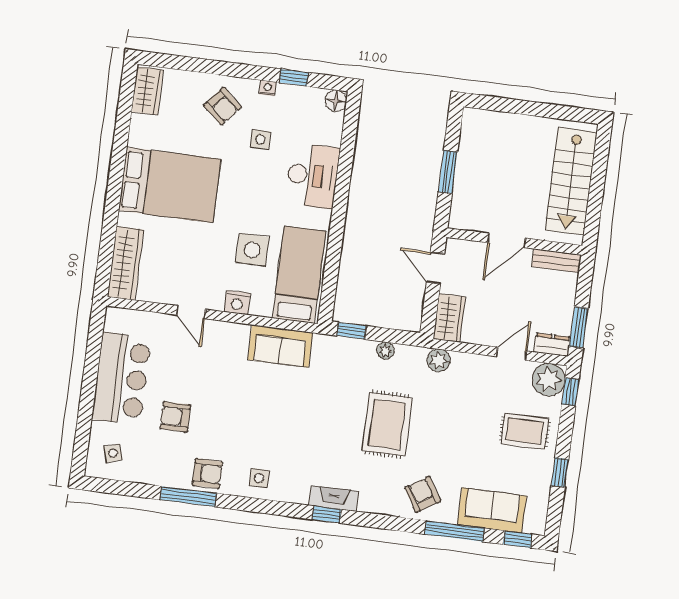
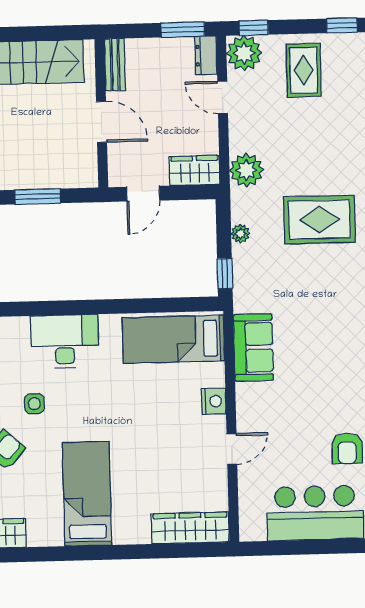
bed: (170, 185) -> (87, 494), width x0.67
side table: (252, 250) -> (155, 394), removed
plant: (439, 360) -> (246, 170), width x1.36, depth x1.36

